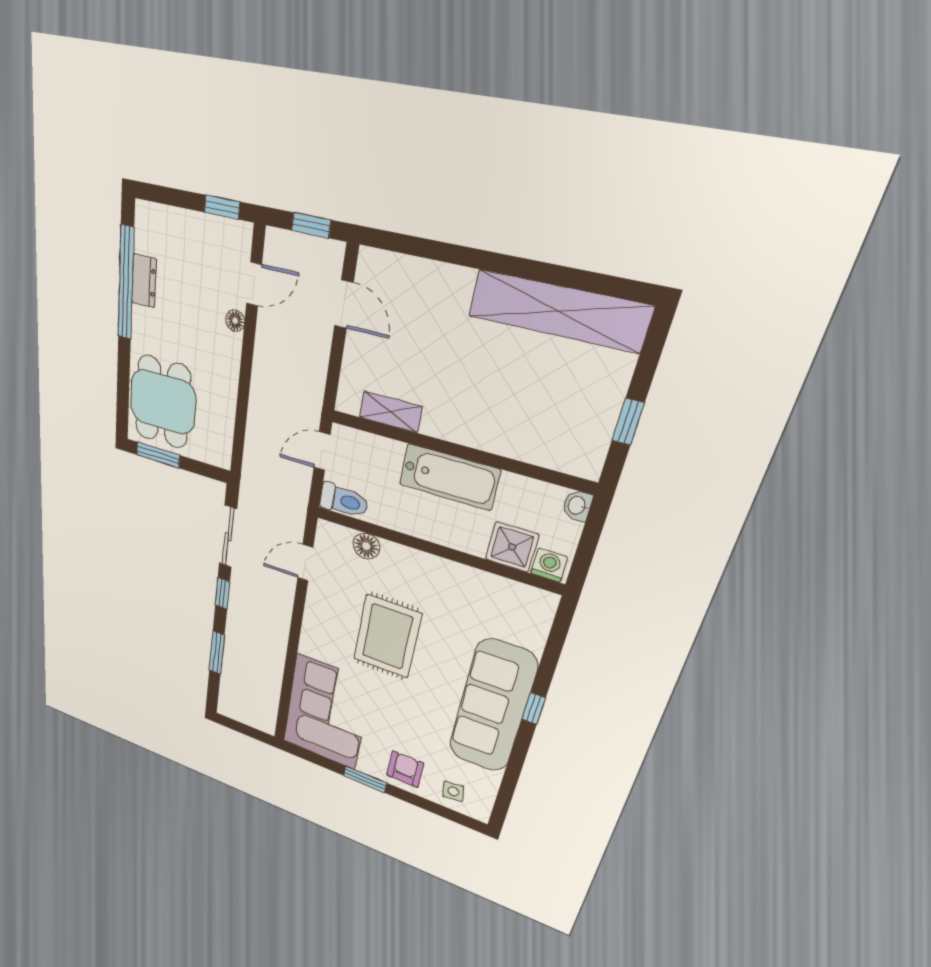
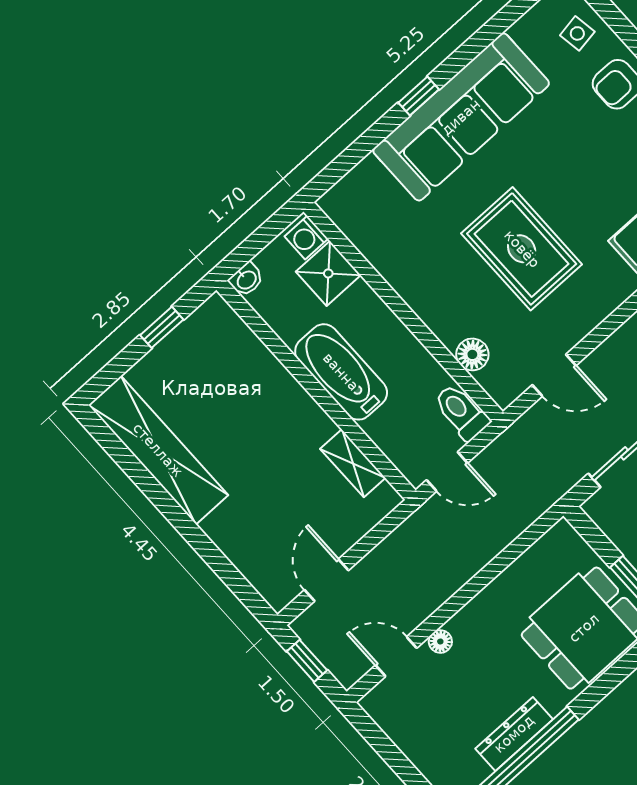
window: (222, 207) -> (375, 737), removed
dresser: (144, 281) -> (514, 734), width x1.44
rug: (387, 636) -> (522, 249), turned 90

